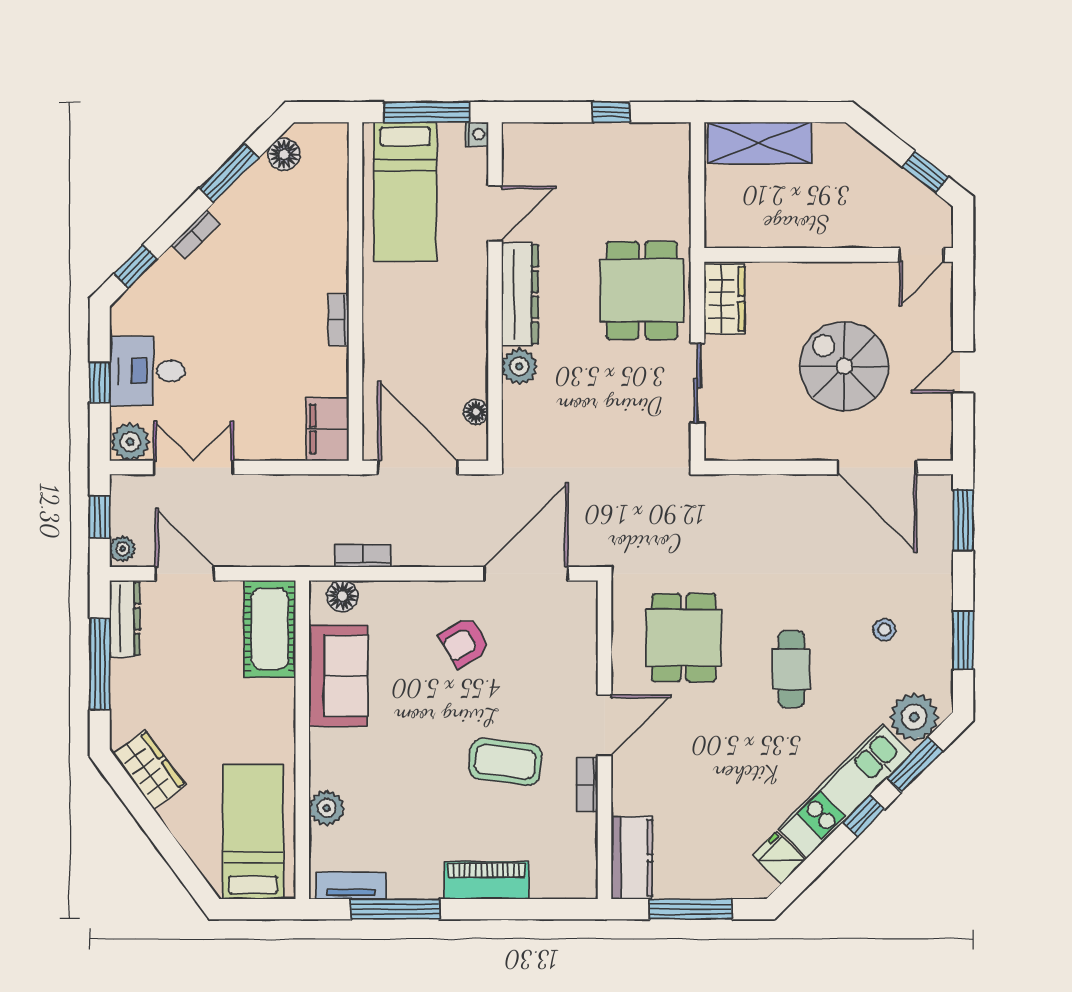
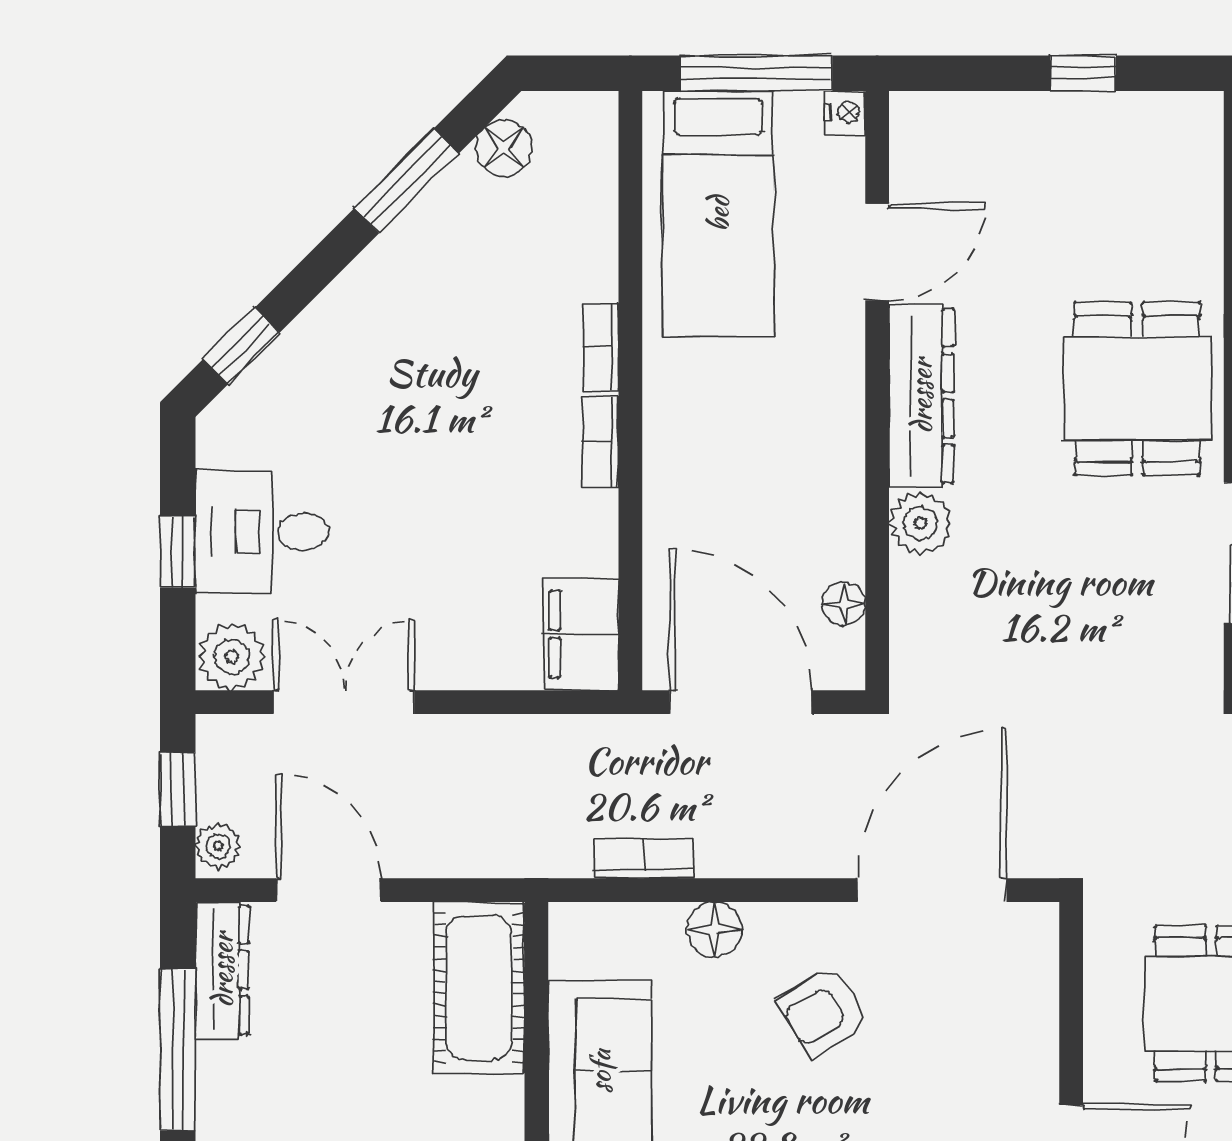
bookcase: (195, 235) -> (601, 347), moved, turned 135
floor lamp: (342, 596) -> (714, 930), moved

